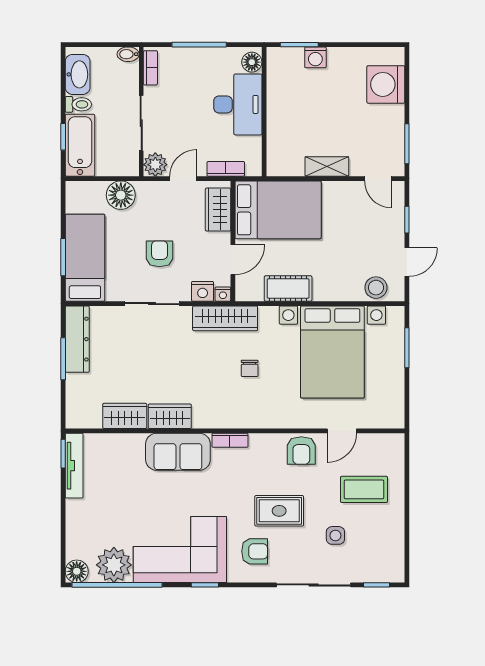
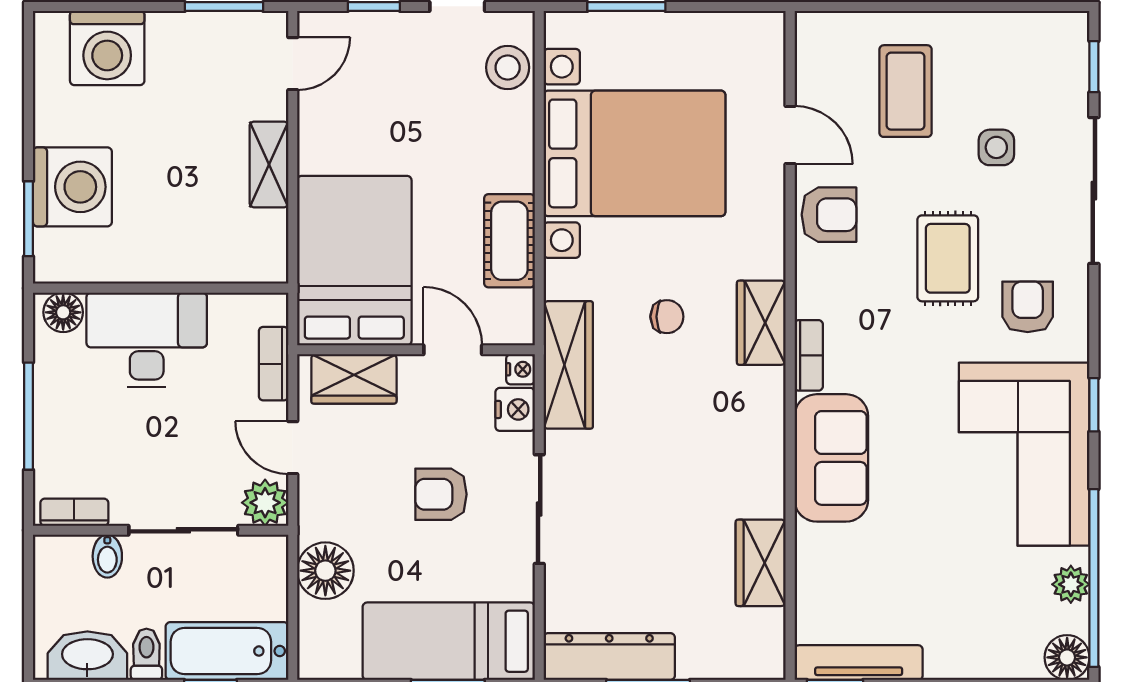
bidet: (128, 54) -> (107, 556), moved
washing machine: (315, 57) -> (72, 187), width x1.89, depth x1.89
wardrobe: (170, 416) -> (761, 323), moved
plant: (114, 565) -> (1071, 584), width x0.53, depth x0.53

